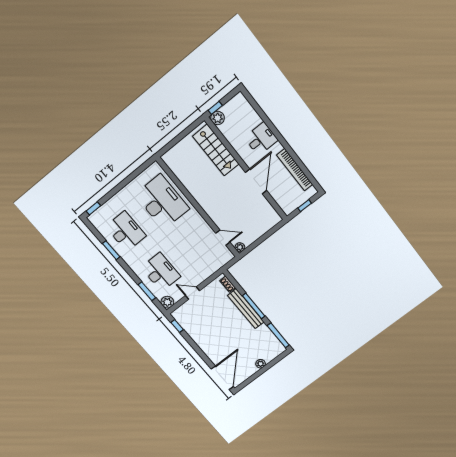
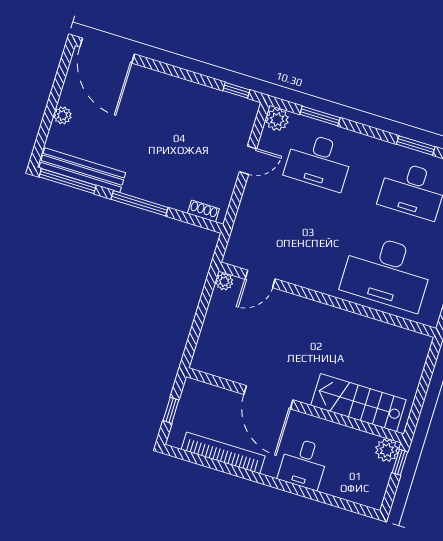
bench: (246, 309) -> (82, 170), moved

